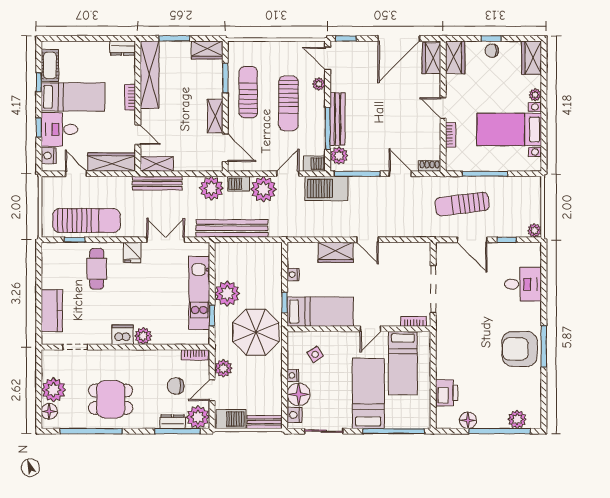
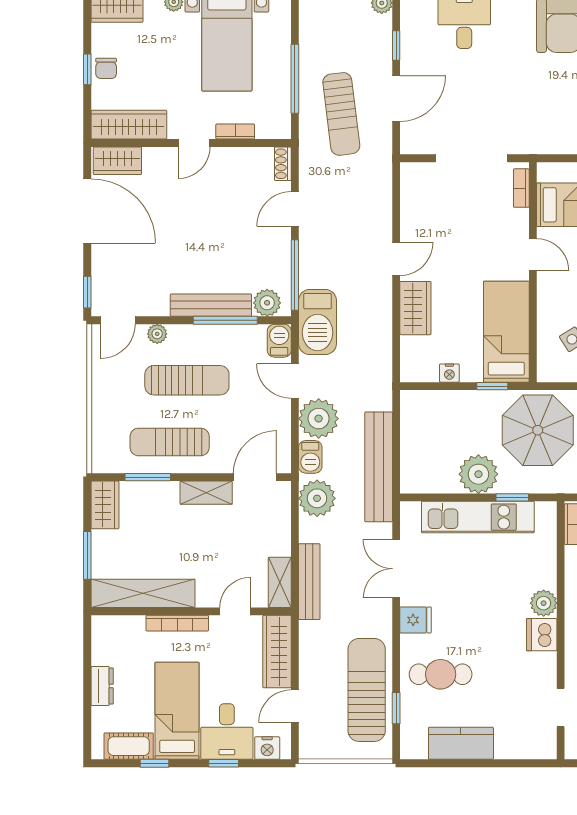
dresser: (123, 48) -> (102, 686), moved
wardrobe: (455, 57) -> (129, 125), width x1.50
bookcase: (130, 97) -> (177, 623), width x1.56
kitchen counter: (52, 311) -> (461, 743), moved

